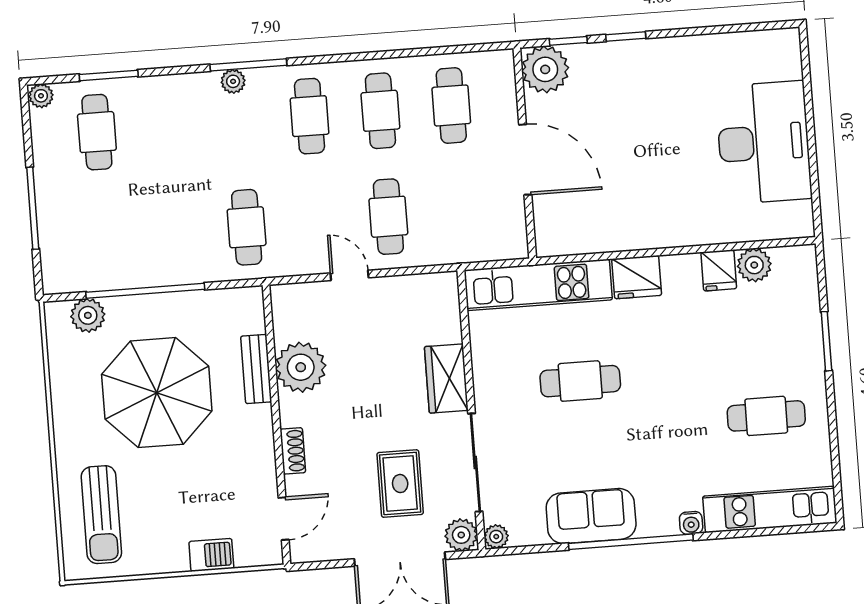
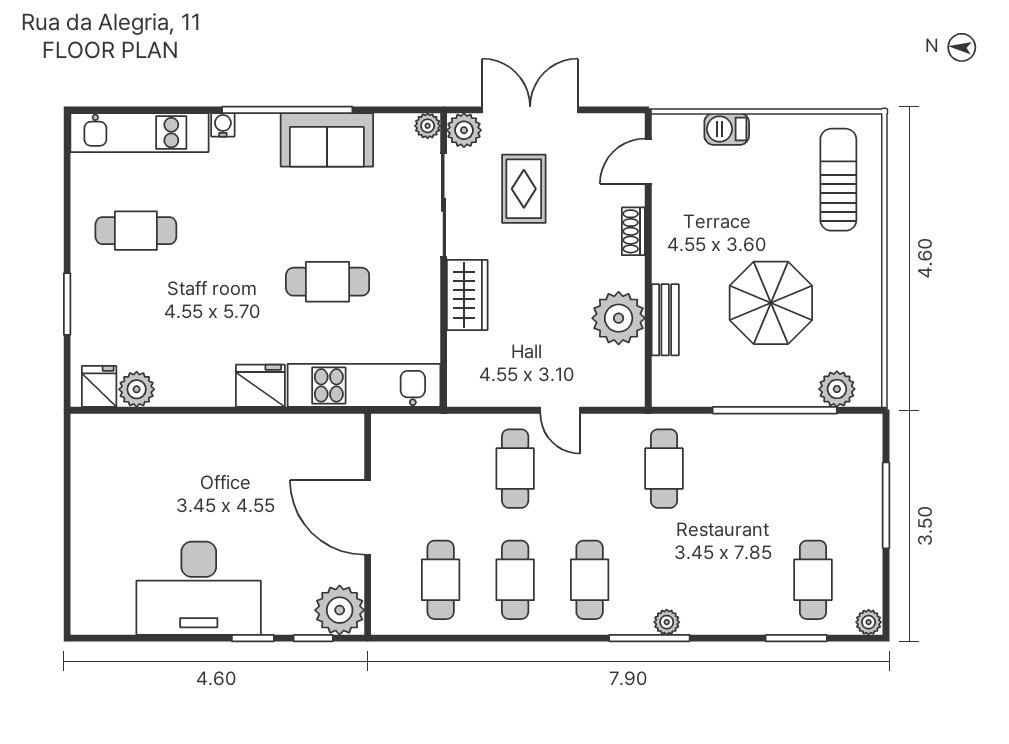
desk: (764, 142) -> (199, 588), moved, turned -90
fridge: (719, 270) -> (99, 386), moved
parasol: (157, 393) -> (771, 303), width x0.73, depth x0.73

